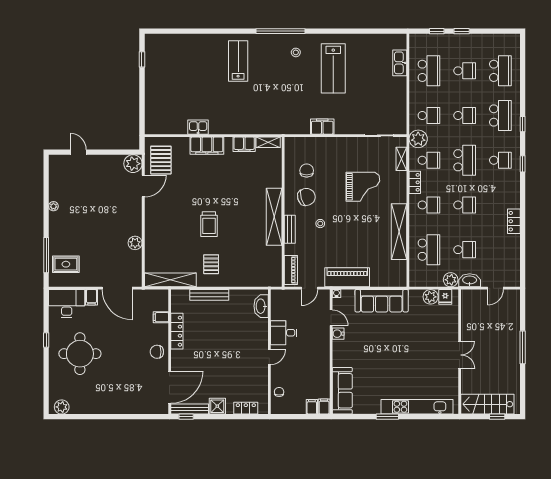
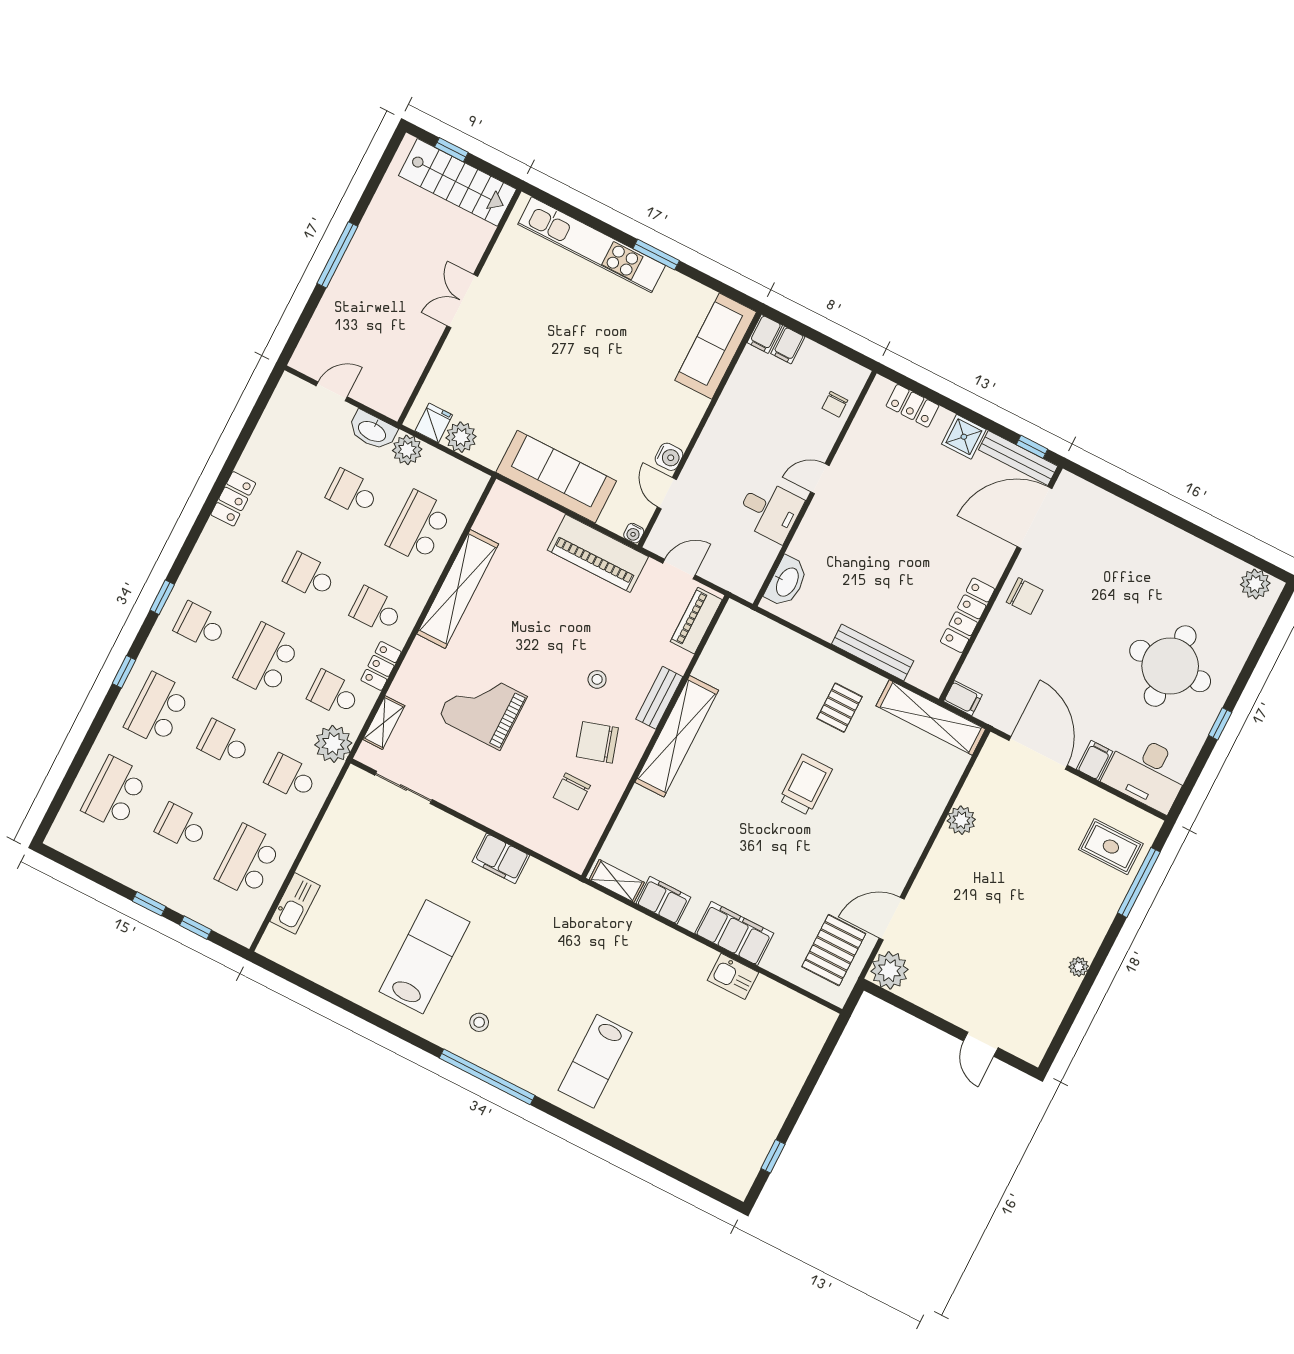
filing cabinet: (161, 317) -> (963, 698), moved

